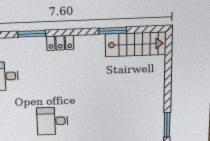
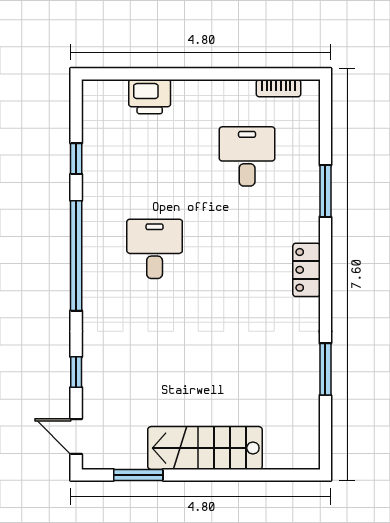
window: (32, 34) -> (325, 191), moved
stairs: (136, 44) -> (205, 448), moved, turned 90

